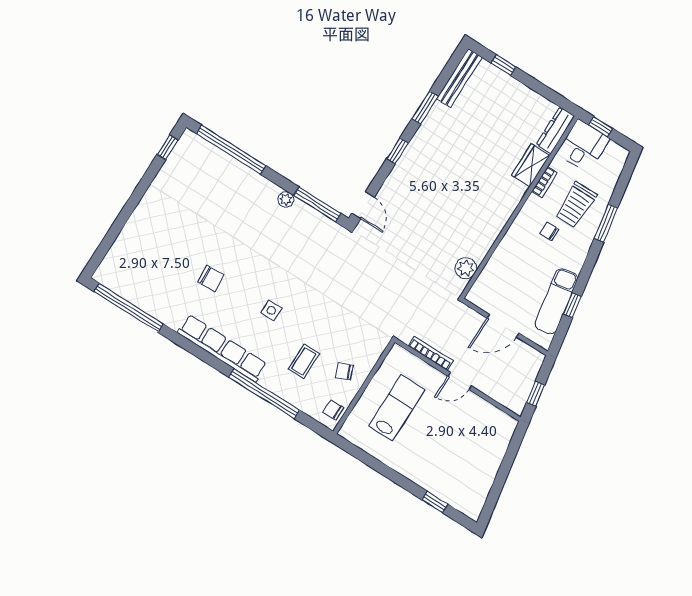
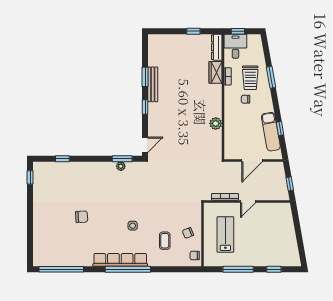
window: (504, 65) -> (193, 31), moved
bench: (459, 78) -> (153, 84), moved
window: (231, 150) -> (62, 159), width x0.32
plant: (286, 199) -> (121, 166), moved
window: (317, 204) -> (122, 159), width x0.69
door: (363, 205) -> (145, 145), hinge flipped
plant: (466, 268) -> (216, 123), moved
chair: (211, 278) -> (82, 217), moved
window: (264, 394) -> (128, 269), moved
window: (384, 469) -> (238, 269), added

